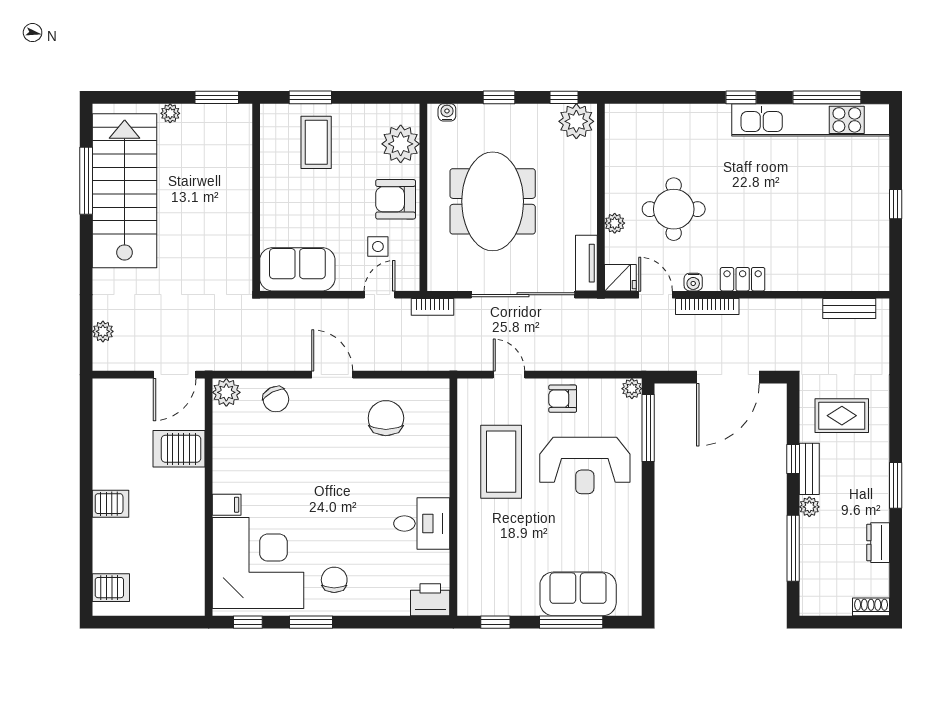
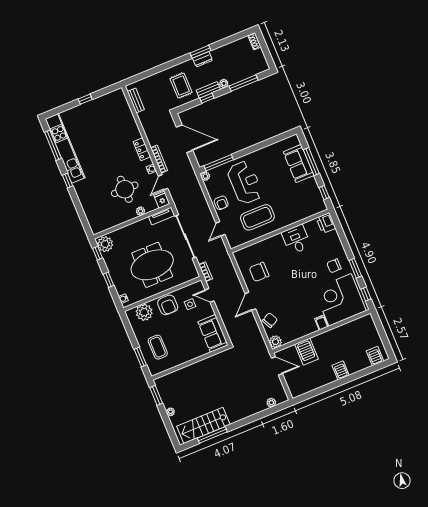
coffee table: (316, 142) -> (158, 347), turned 90
stairs: (125, 191) -> (203, 425), width x0.73, depth x0.66
dresser: (878, 543) -> (203, 59), moved

